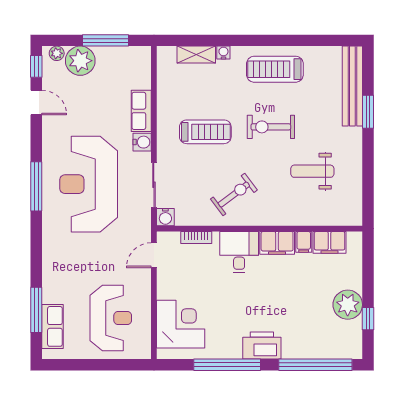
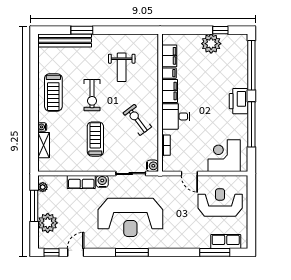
plant: (57, 53) -> (43, 187), moved
door: (154, 255) -> (189, 174), moved

